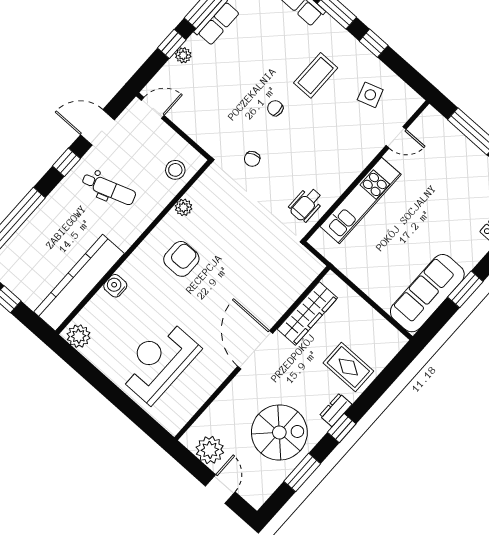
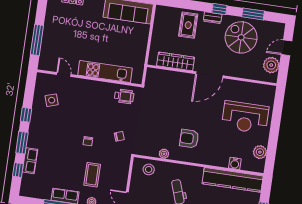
coffee table: (316, 75) -> (92, 175), moved, turned 90
water cooler: (115, 286) -> (235, 163), moved
plant: (79, 336) -> (260, 152), moved

